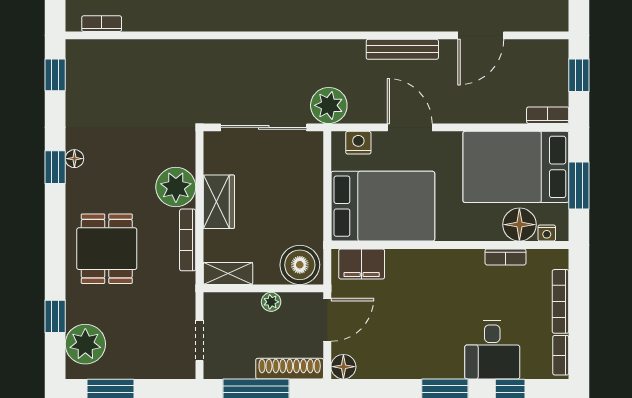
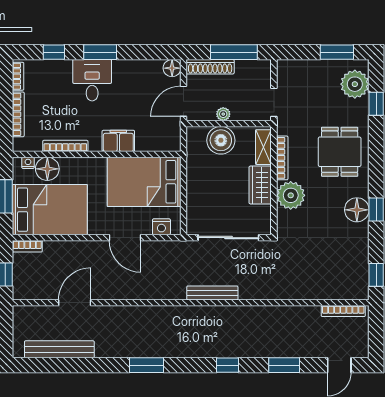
bookcase: (102, 24) -> (343, 311), width x1.56
bench: (402, 49) -> (212, 293), moved
plant: (329, 105) -> (182, 253), removed
floor lamp: (74, 159) -> (357, 210), width x1.89, depth x1.89
bookcase: (505, 257) -> (65, 146), width x1.56
filing cabinet: (362, 264) -> (118, 141), moved
boiler: (300, 265) -> (221, 140), moved
shelving: (228, 273) -> (263, 147), moved, turned 90
doorway: (199, 340) -> (274, 102), moved
desk: (492, 350) -> (92, 80), moved

